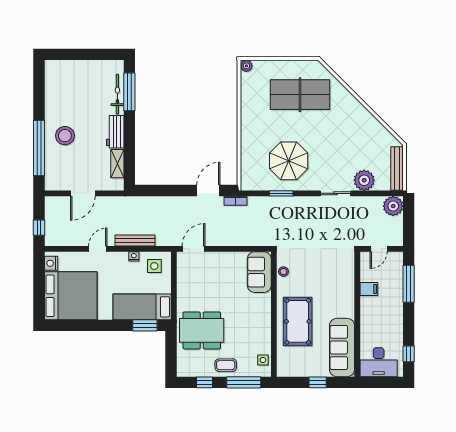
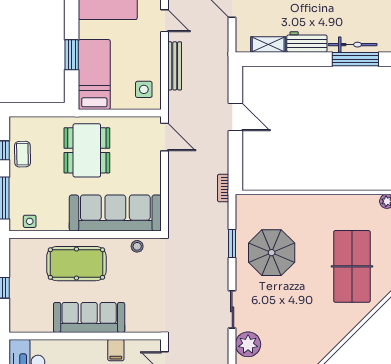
door: (208, 191) -> (235, 117), moved
nightstand: (134, 256) -> (155, 65), removed
sofa: (259, 272) -> (115, 213), width x1.85, depth x1.27
window: (145, 325) -> (72, 55), moved
dining table: (202, 330) -> (87, 150), moved
sofa: (342, 348) -> (89, 317), moved
coffee table: (226, 365) -> (22, 154), moved

